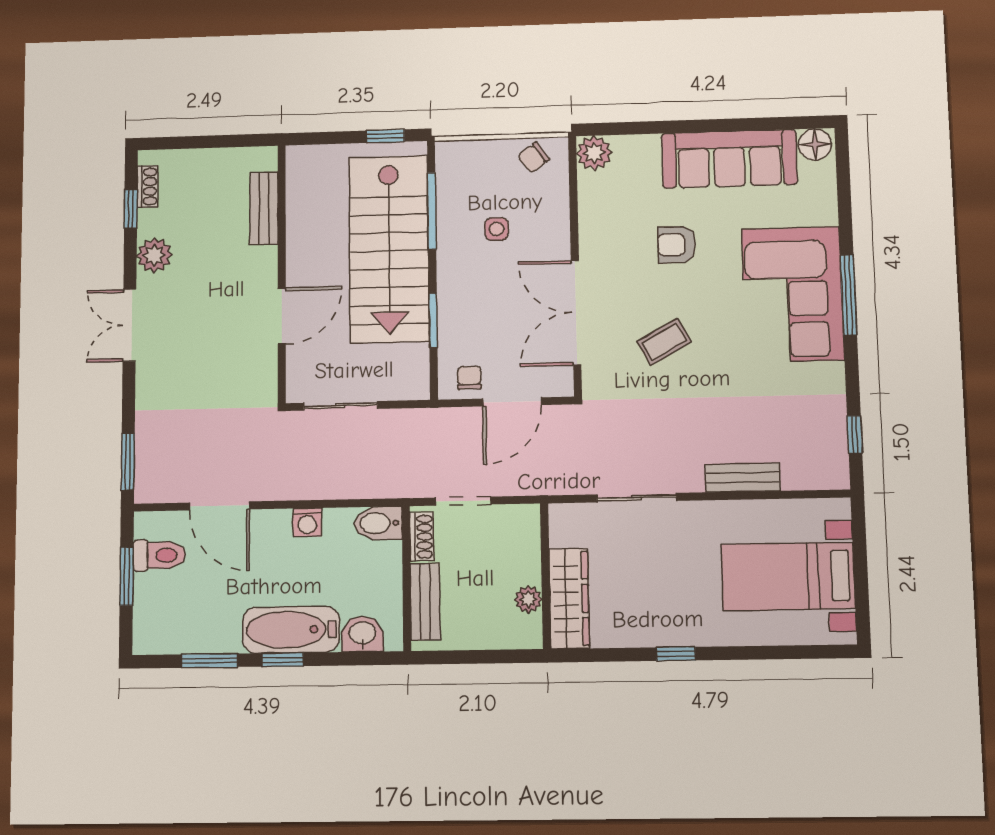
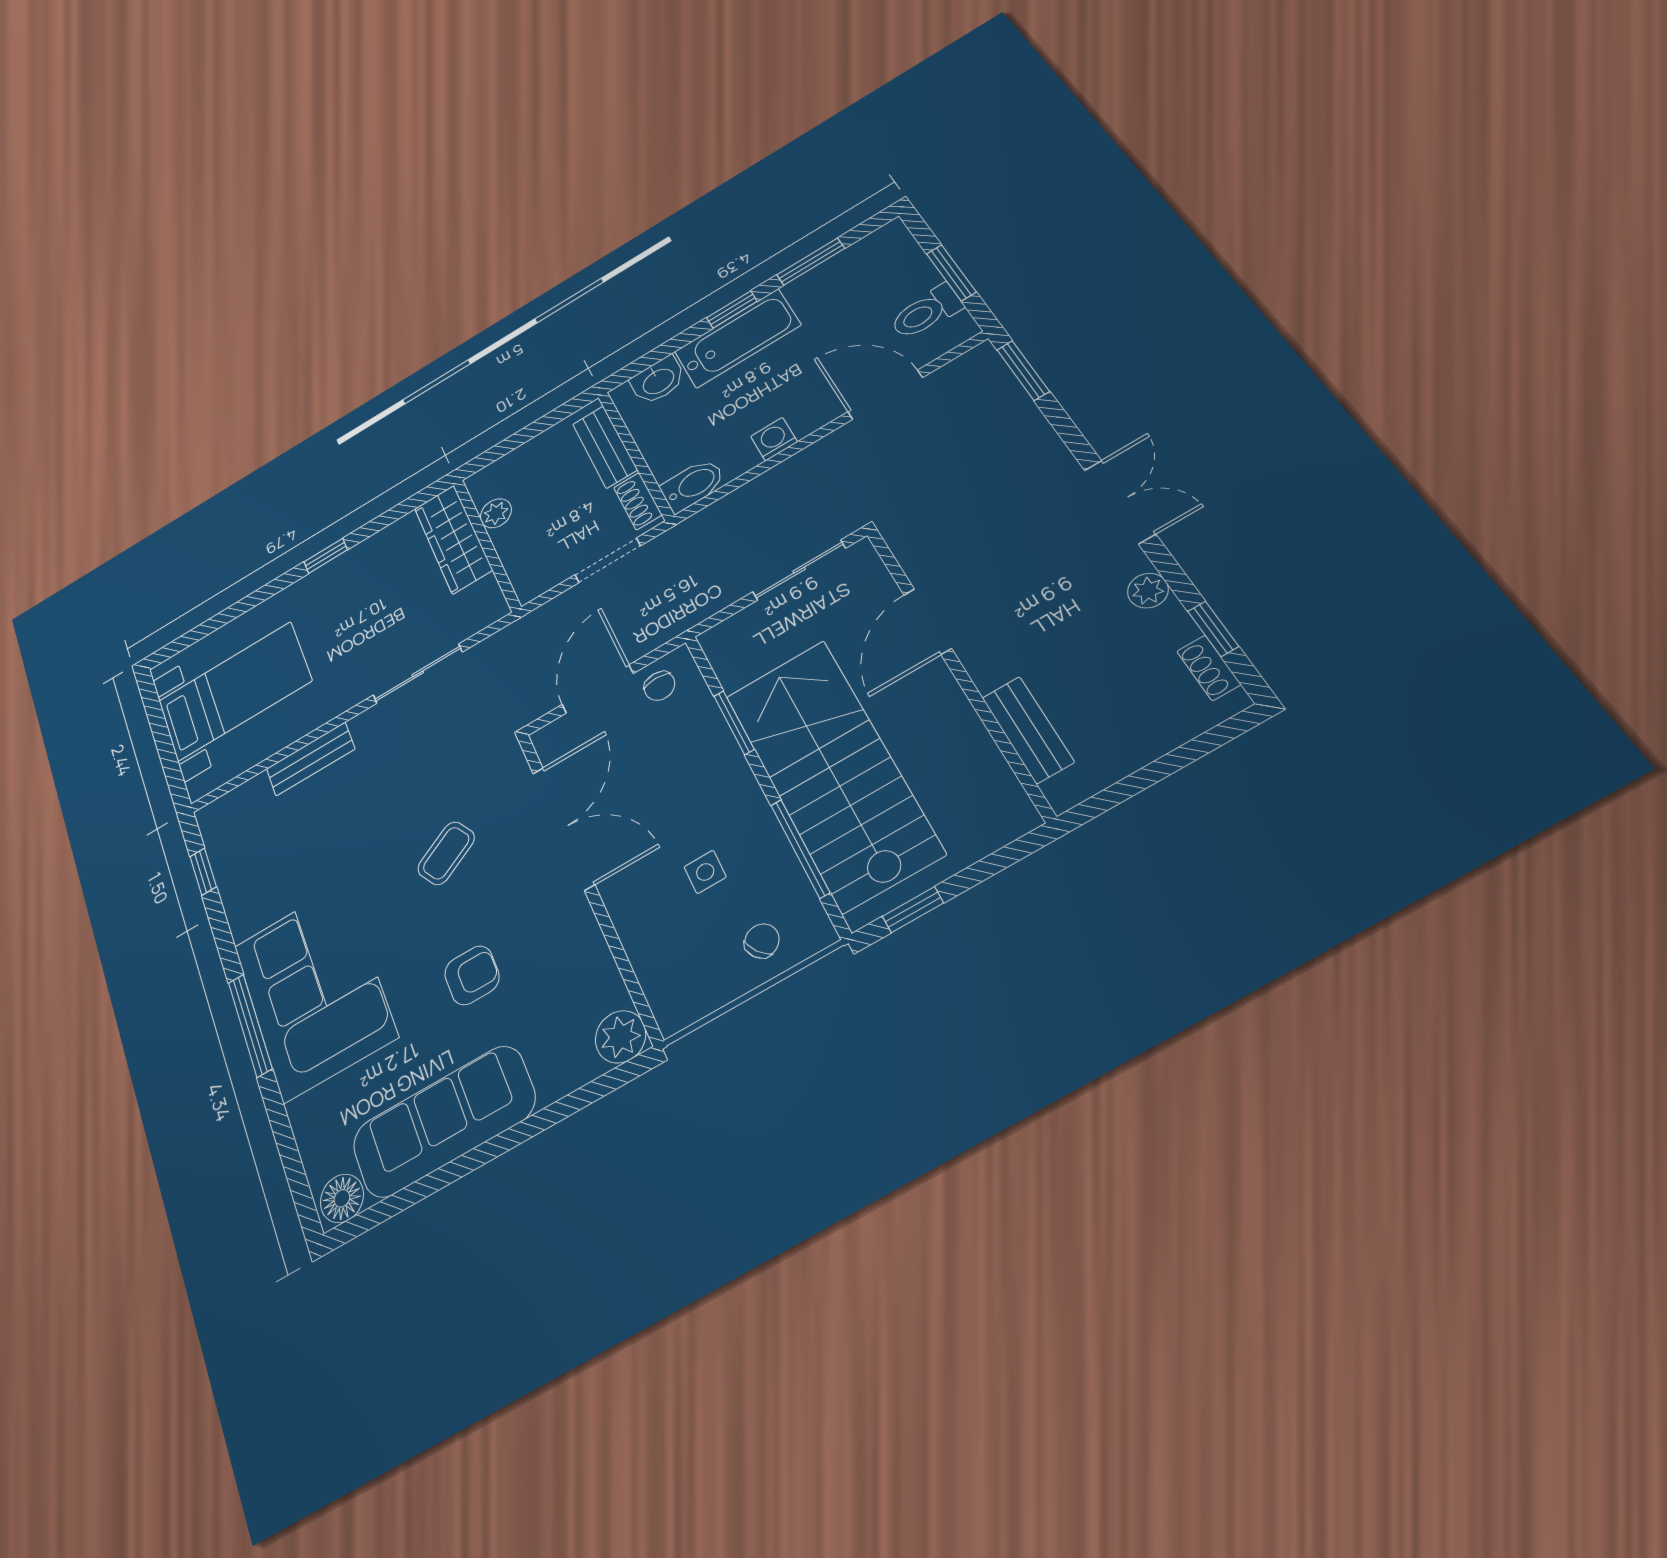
chair: (534, 157) -> (762, 941), moved
plant: (154, 255) -> (1148, 591), width x0.73, depth x0.73

